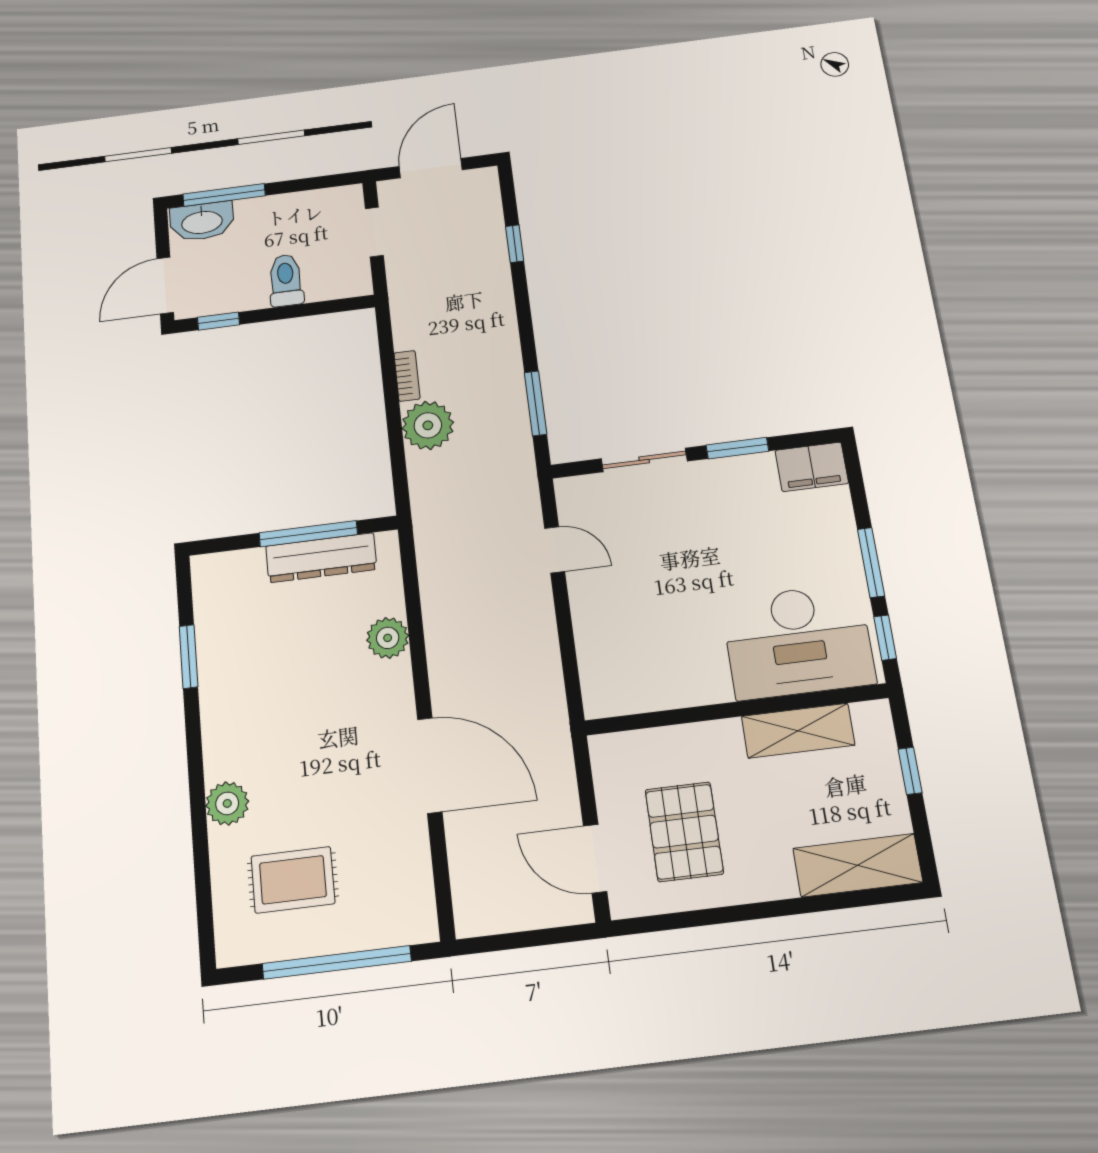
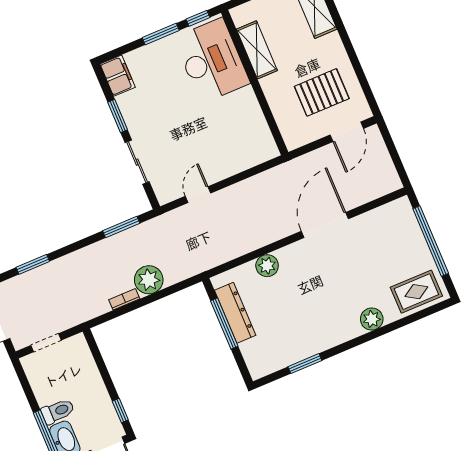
window: (515, 244) -> (33, 264), width x1.50
toilet: (286, 280) -> (58, 411), moved, turned 180
rug: (293, 880) -> (416, 292), moved, turned 90

